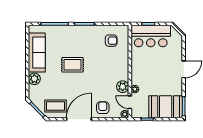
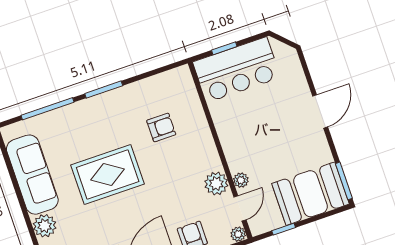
armchair: (111, 41) -> (161, 127), moved
rug: (73, 65) -> (108, 175), width x1.36, depth x1.43
door: (130, 102) -> (240, 208), swing flipped

